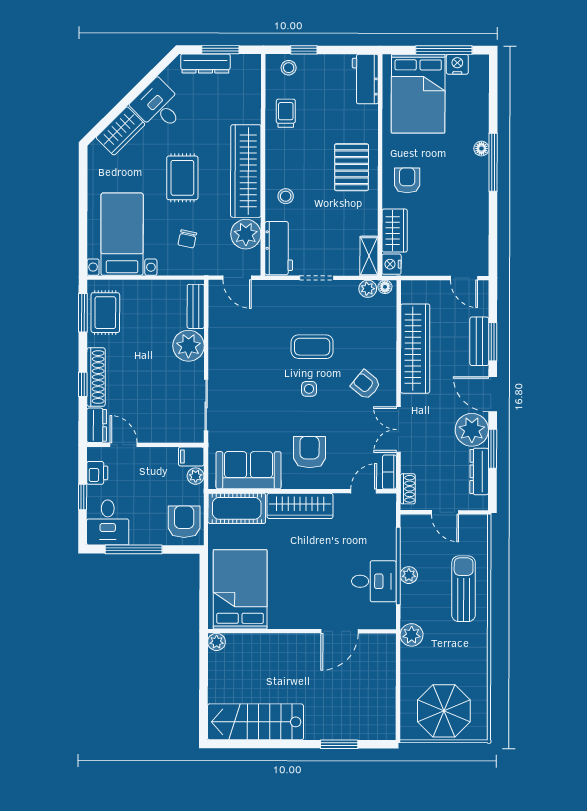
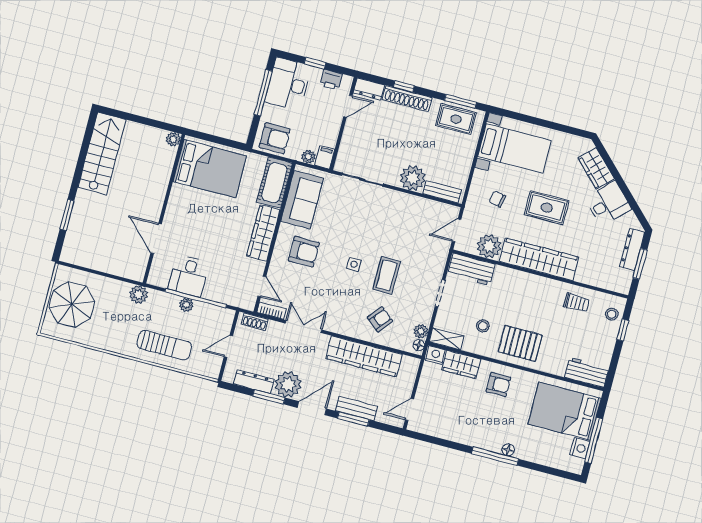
stool: (286, 196) -> (483, 326), moved
armchair: (366, 385) -> (380, 319), moved
desk: (108, 522) -> (288, 84), width x1.37

